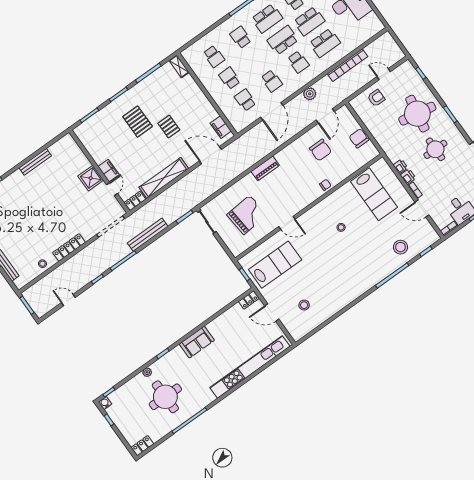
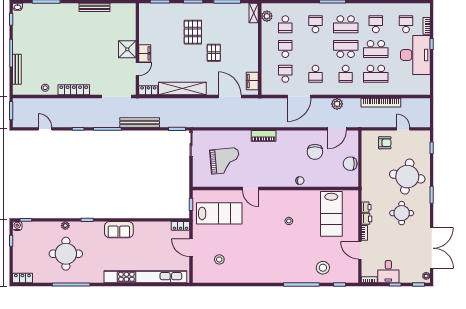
plant: (193, 61) -> (267, 16), added
chair: (359, 138) -> (350, 164), turned -90

